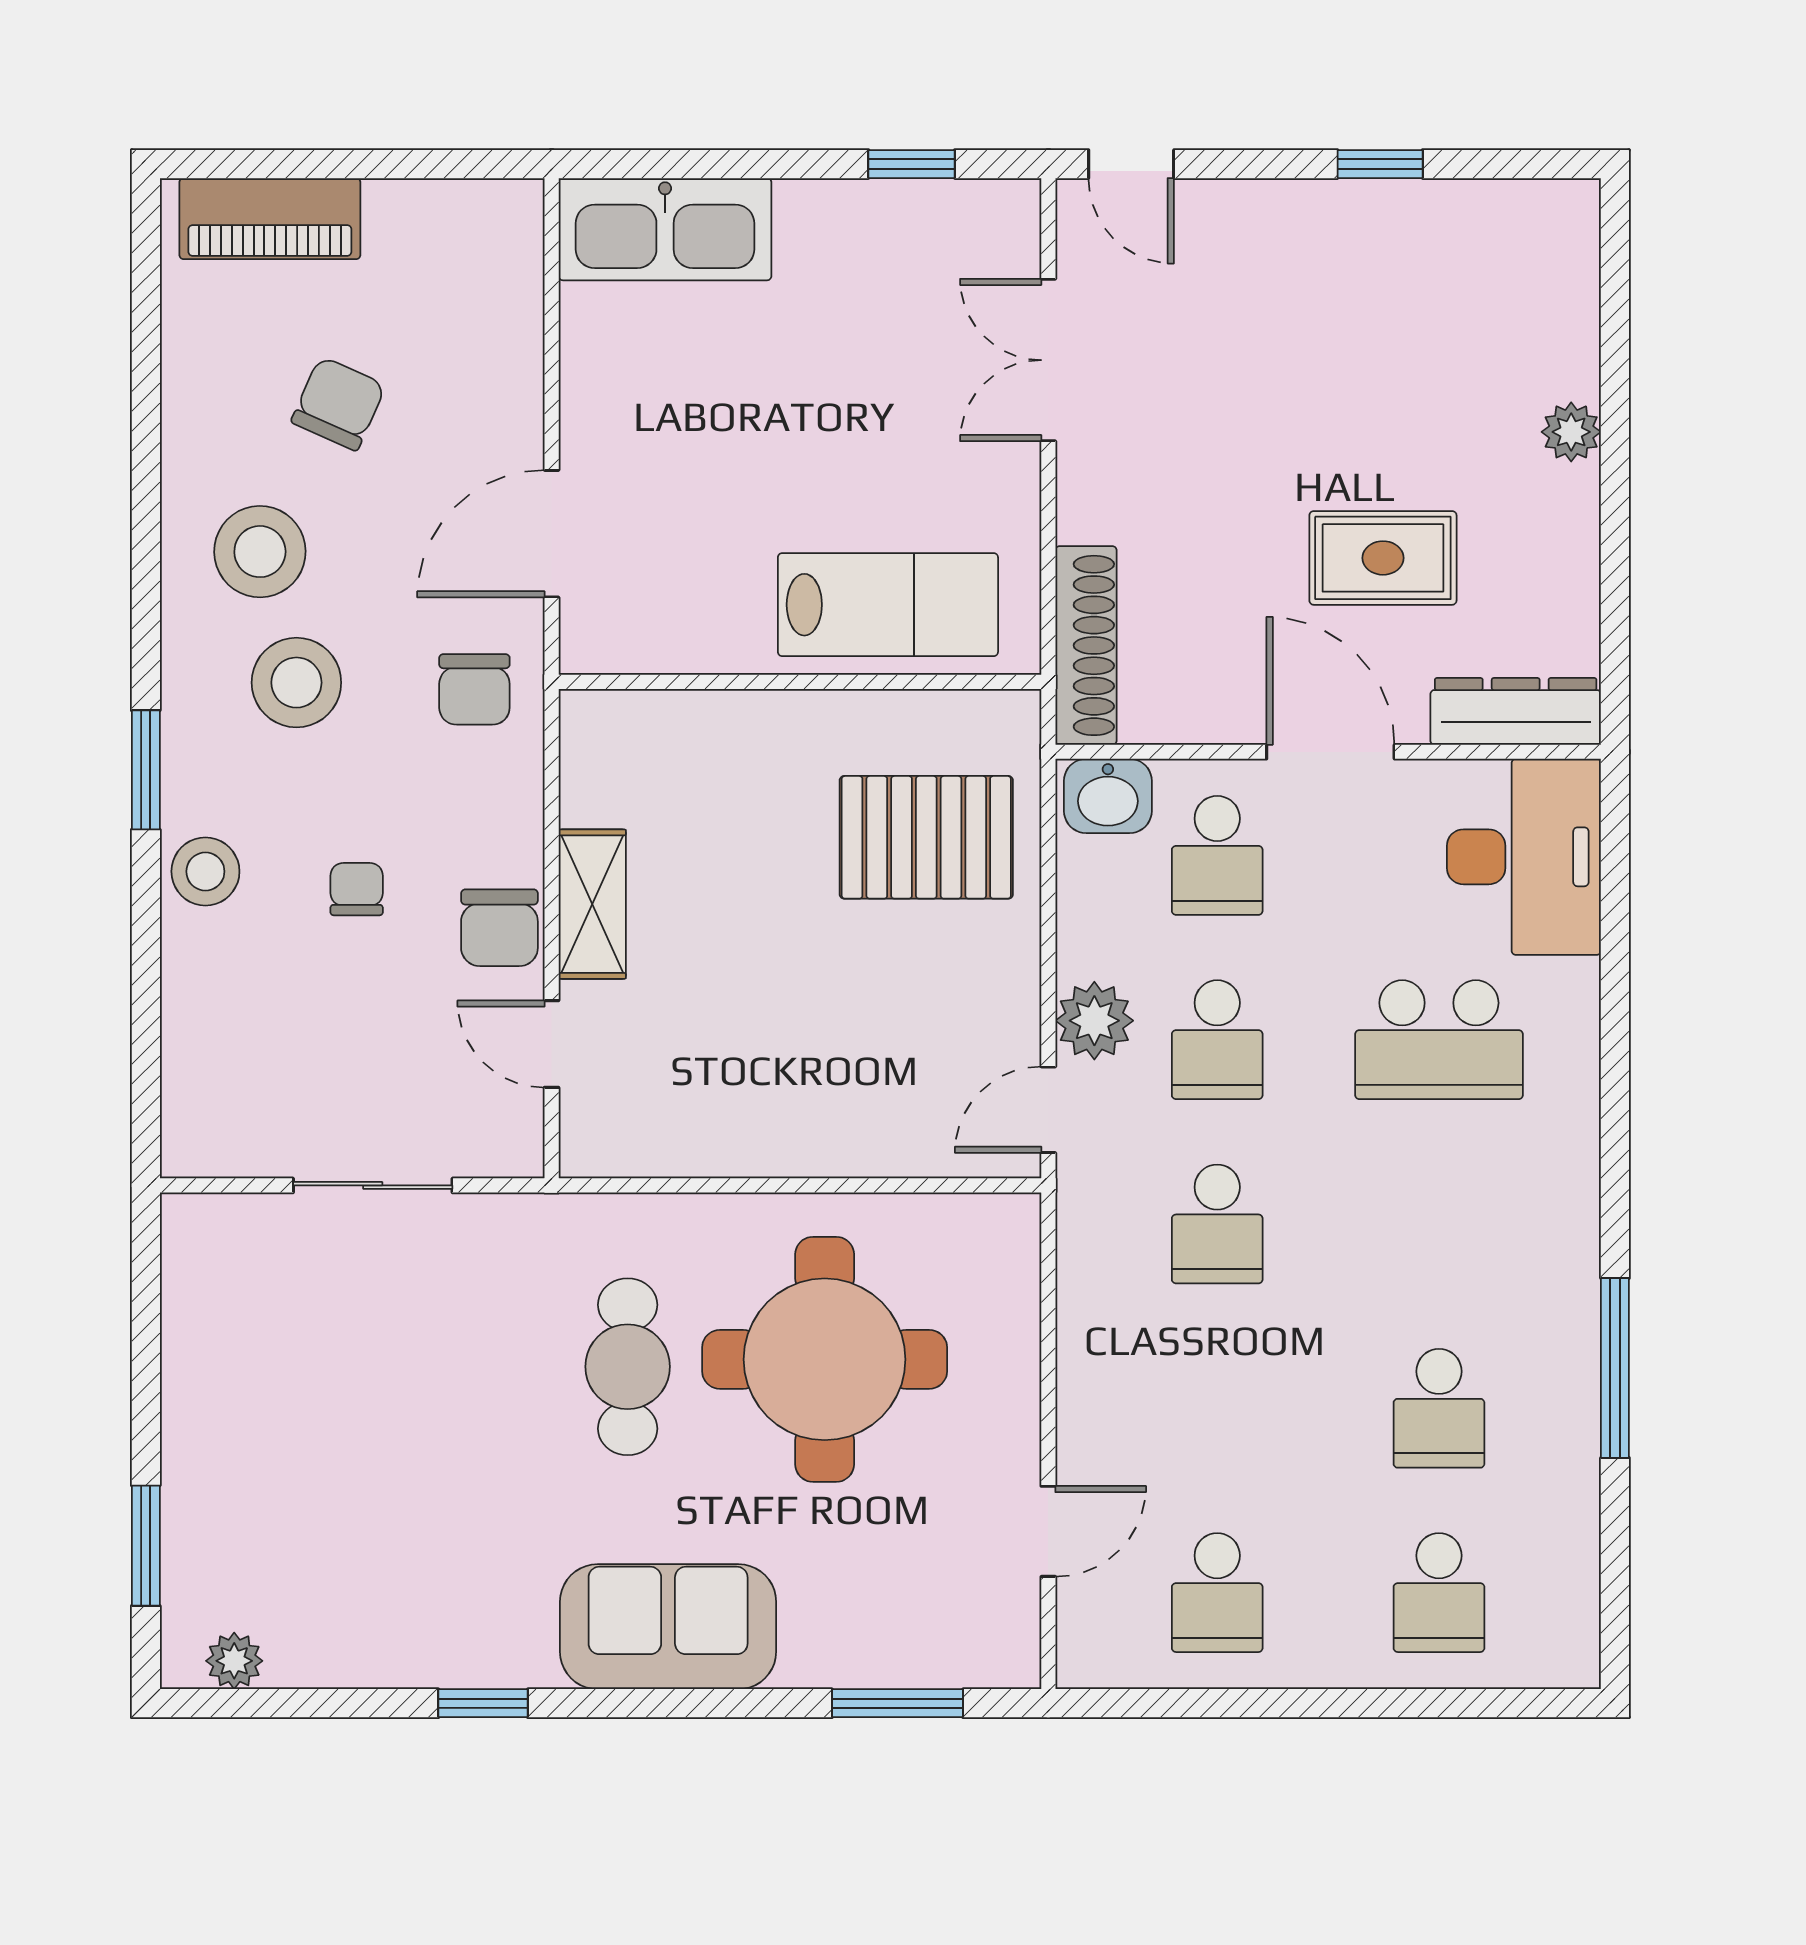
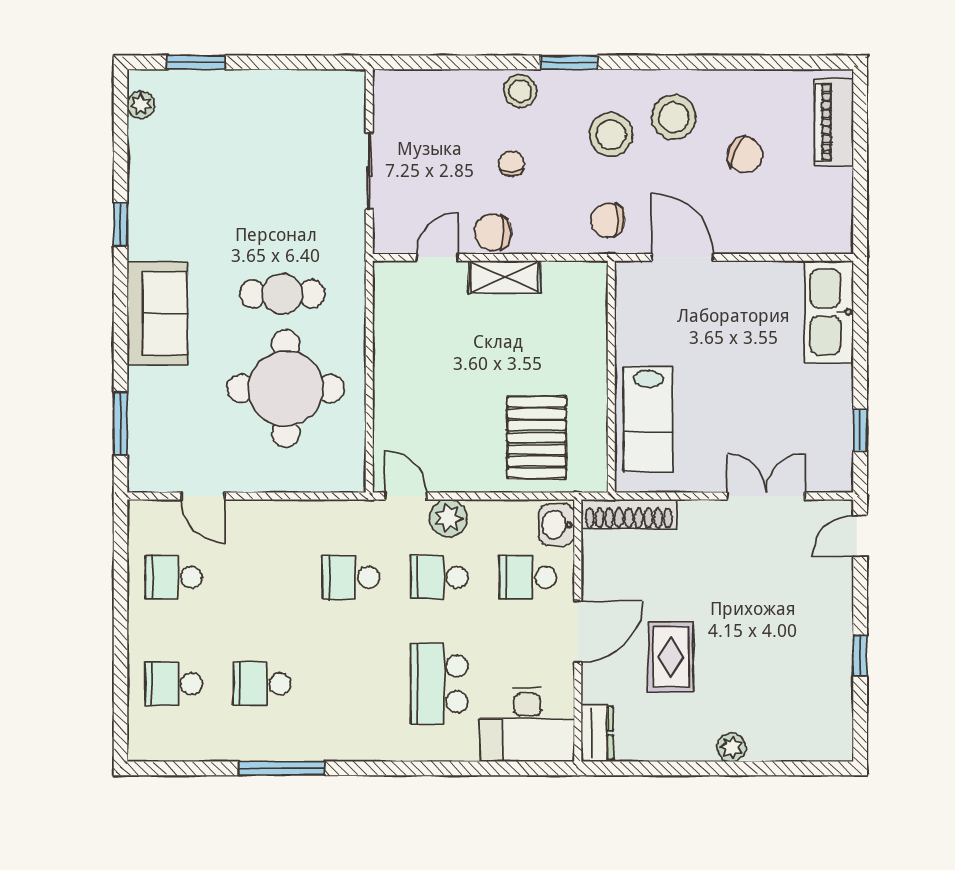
dresser: (1516, 711) -> (597, 733), width x0.70
chair: (357, 889) -> (512, 164), turned -90

